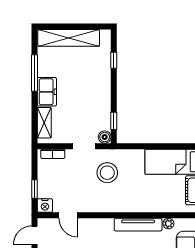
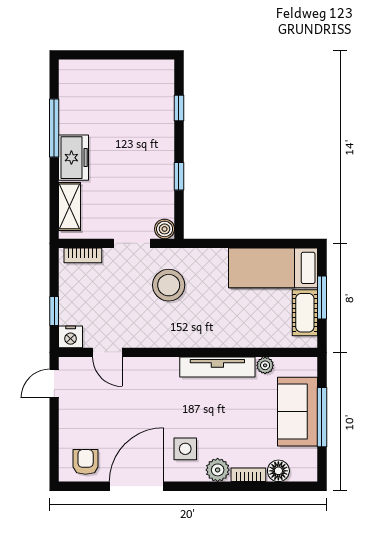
shelving: (69, 38) -> (108, 73), removed
window: (114, 121) -> (179, 176), moved

